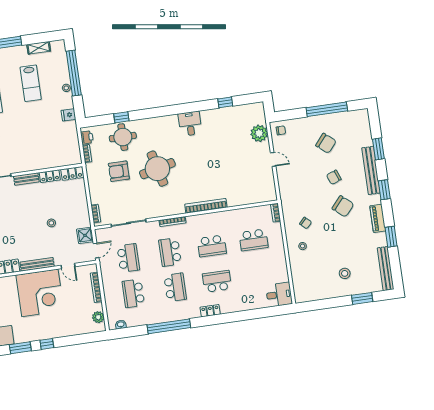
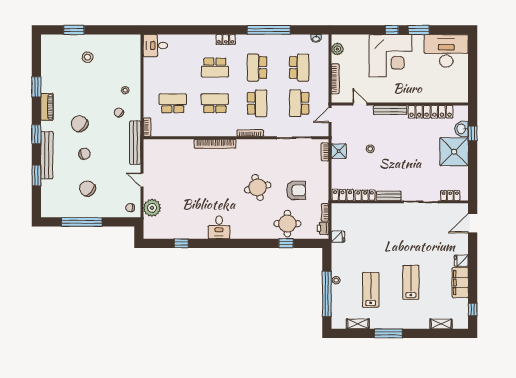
fridge: (68, 115) -> (338, 237), moved
round table: (157, 169) -> (258, 187), width x0.73, depth x0.73
shower: (85, 235) -> (339, 151), moved
bench: (386, 269) -> (135, 143), moved
corner desk: (40, 293) -> (390, 56), moved, turned 180

